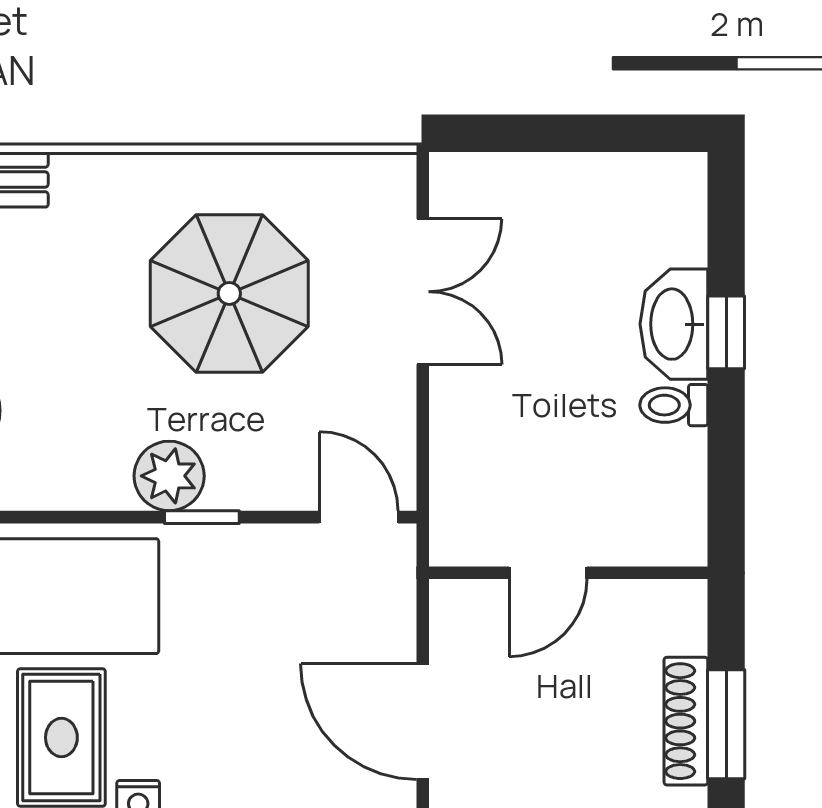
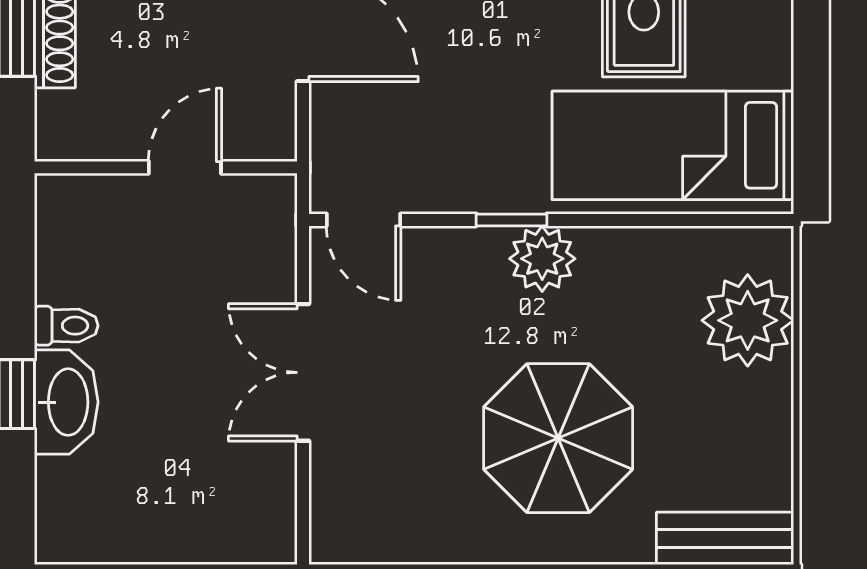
double door: (423, 292) -> (303, 372), moved
parasol: (229, 293) -> (558, 438), moved

